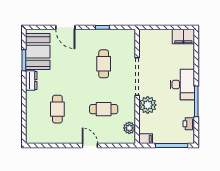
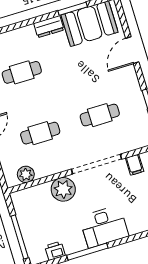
cafe table: (104, 109) -> (40, 133), turned 90
filing cabinet: (146, 139) -> (135, 165), moved

